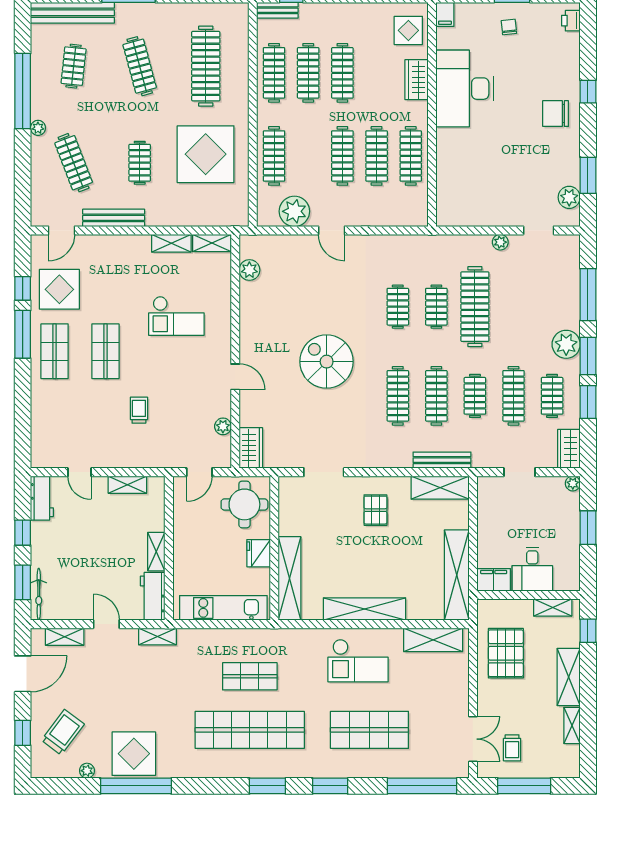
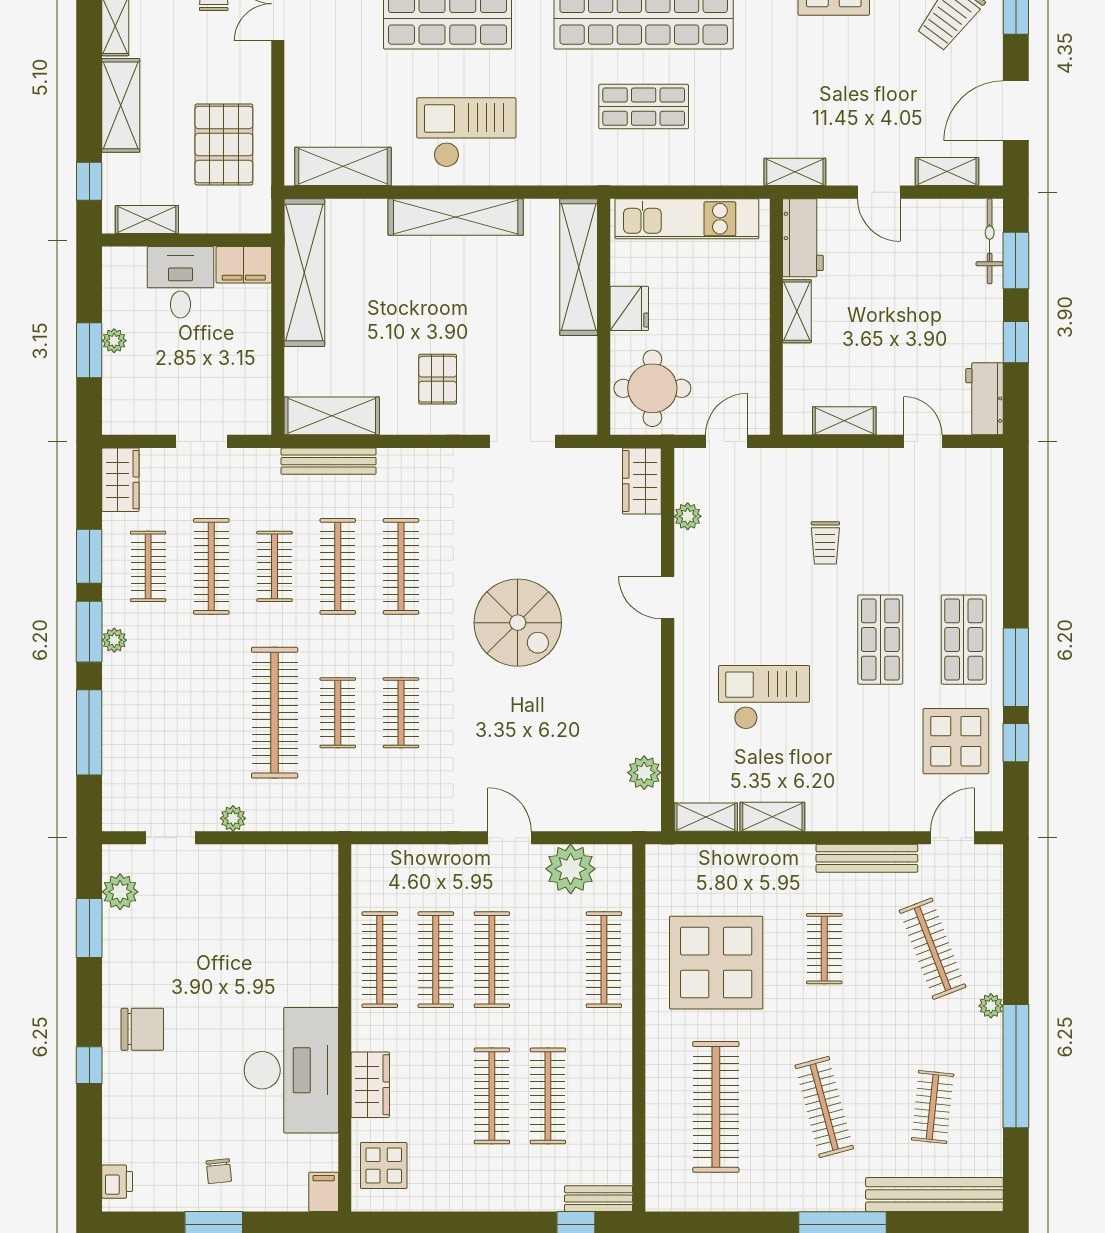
clothes rail: (274, 73) -> (604, 1096), removed
plant: (566, 344) -> (114, 640), width x0.53, depth x0.53
plant: (573, 483) -> (114, 341), moved

